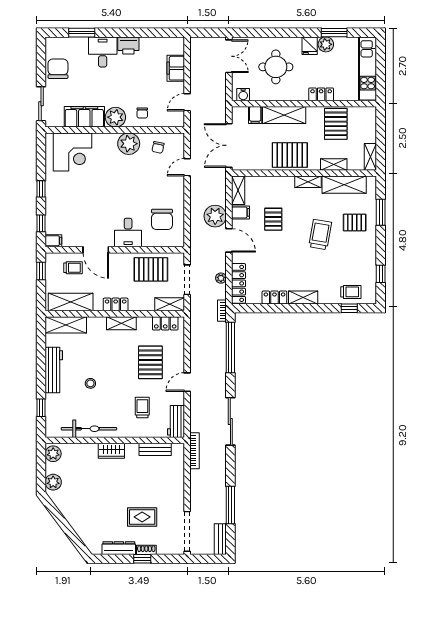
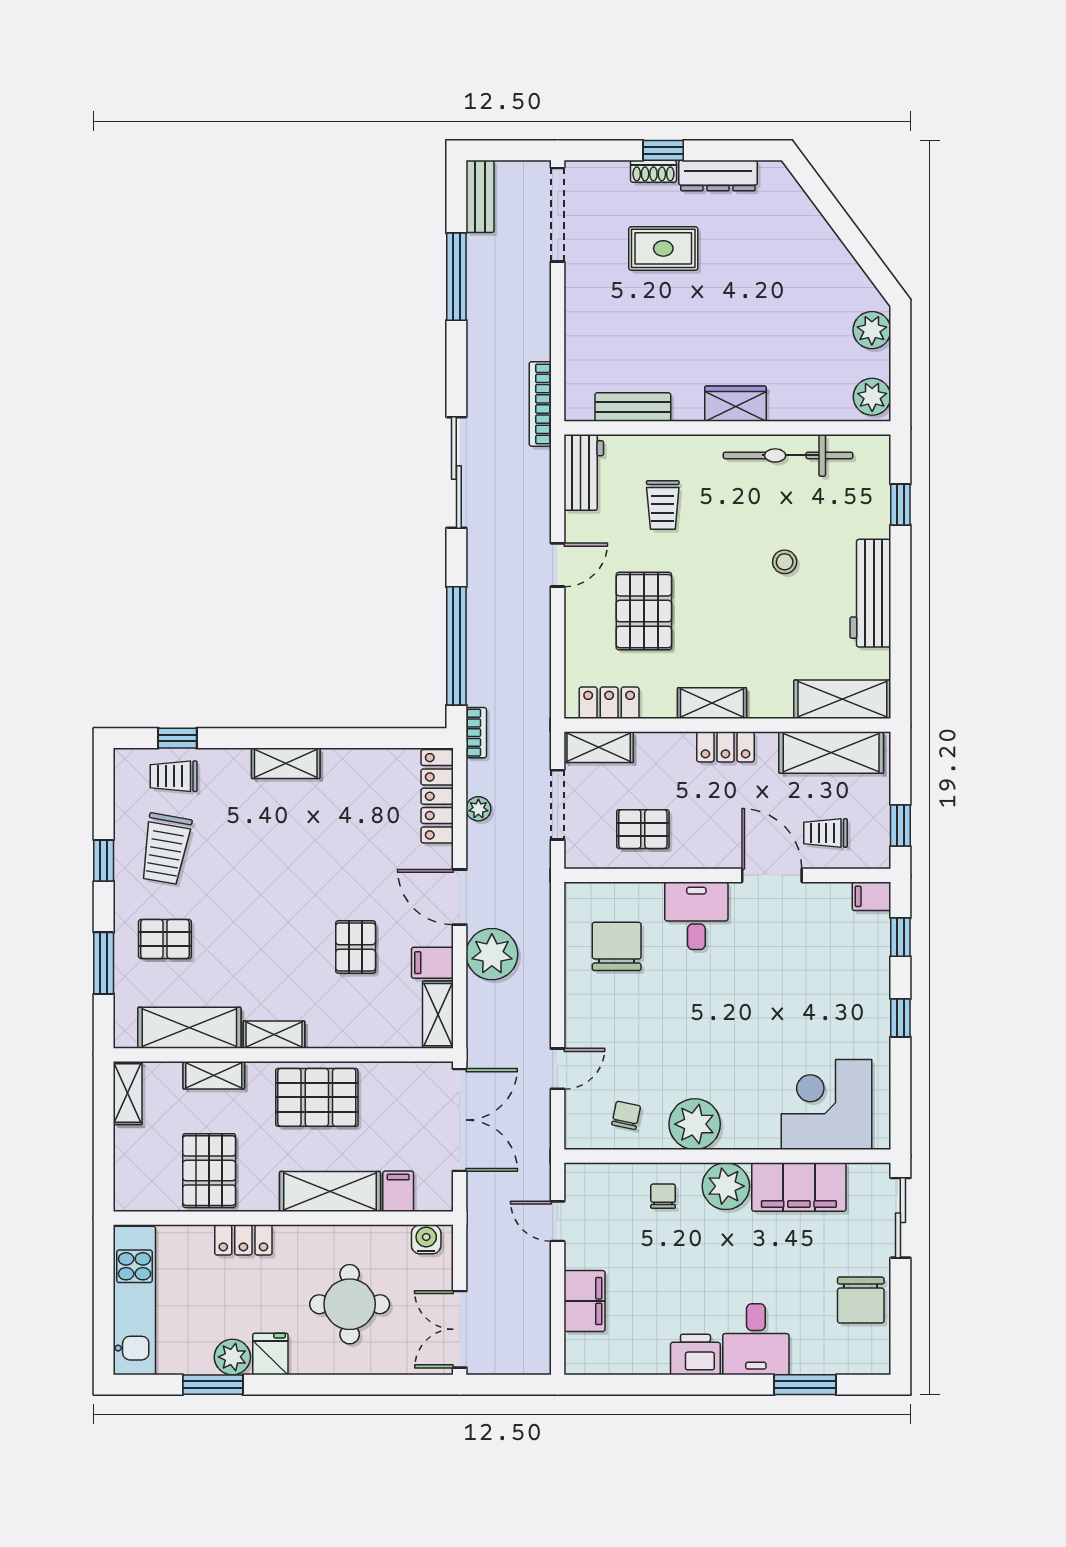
door: (187, 102) -> (558, 1221), swing flipped
trolley: (320, 235) -> (165, 849), moved
pallet: (151, 269) -> (643, 829), width x0.67, depth x0.71
window: (381, 274) -> (104, 861), moved
locker: (274, 297) -> (353, 763), removed

